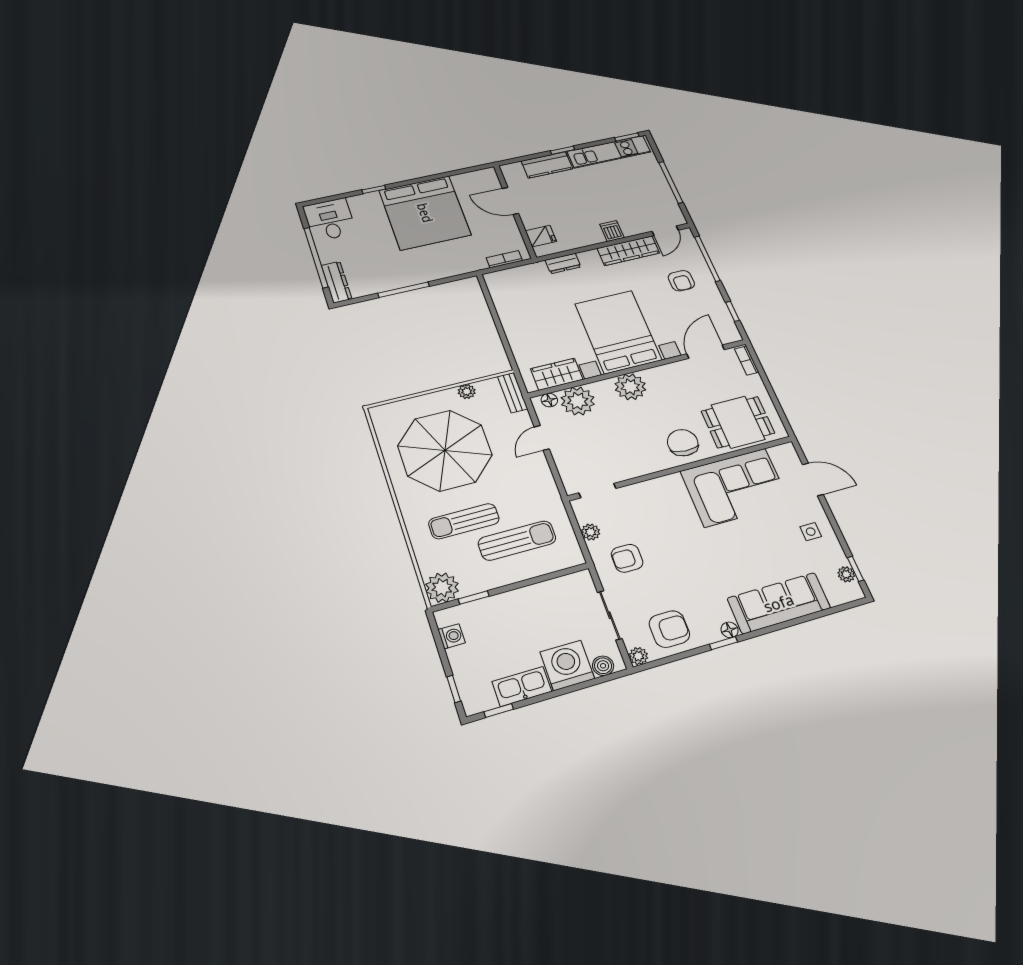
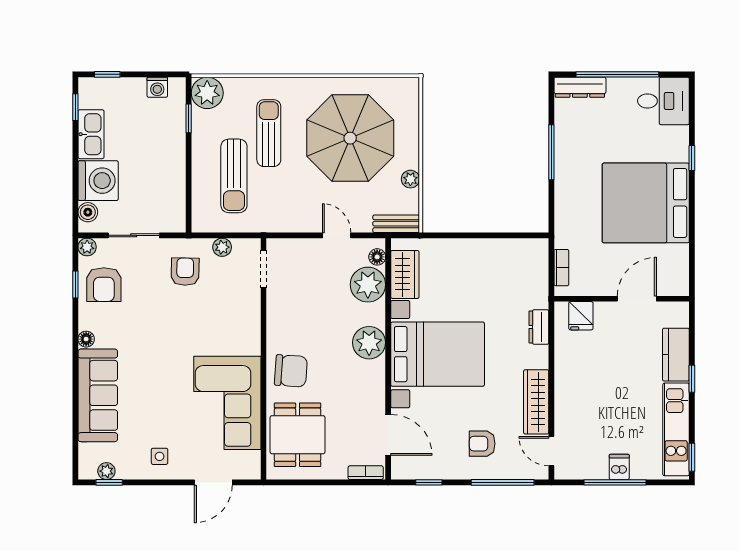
dishwasher: (612, 231) -> (619, 467), moved, turned -90
window: (723, 643) -> (75, 284), moved

